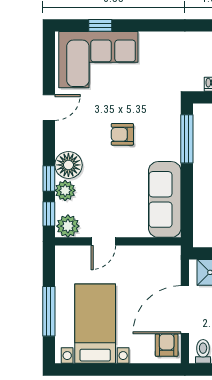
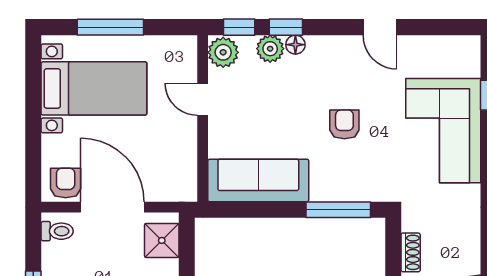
corner sofa: (98, 60) -> (443, 131), moved
floor lamp: (68, 165) -> (295, 45), width x0.53, depth x0.53
armchair: (167, 345) -> (66, 183), turned -90

